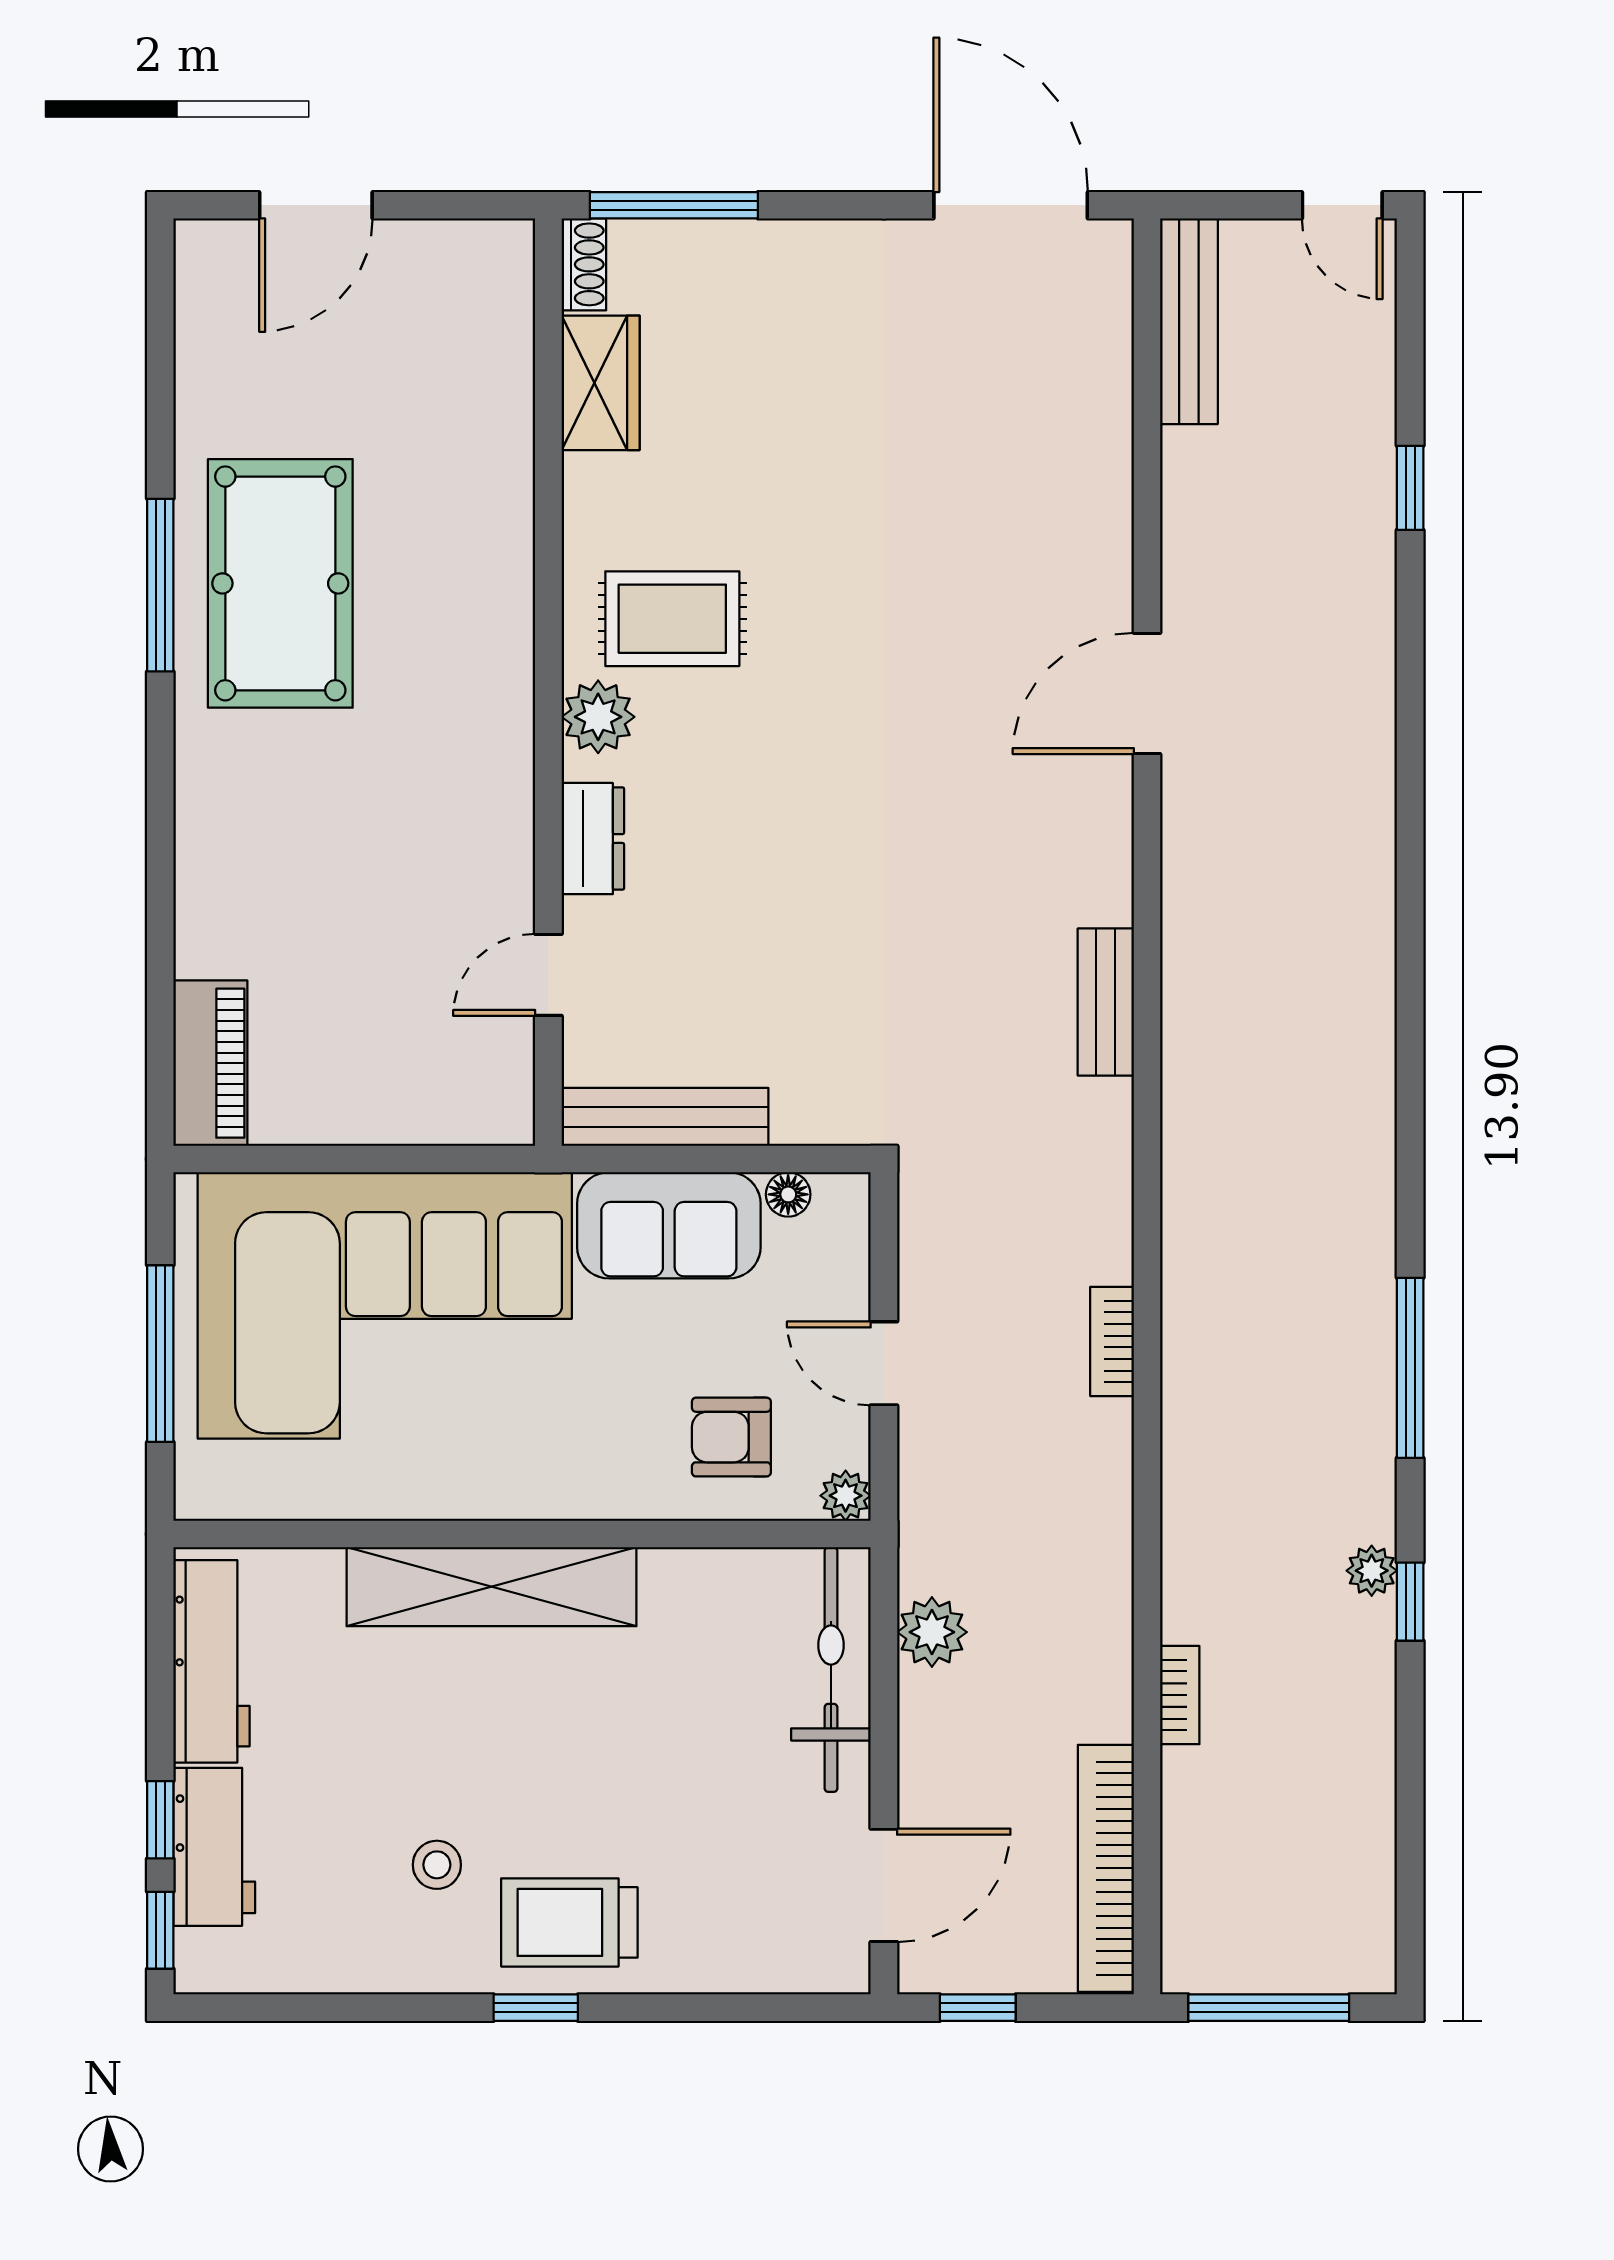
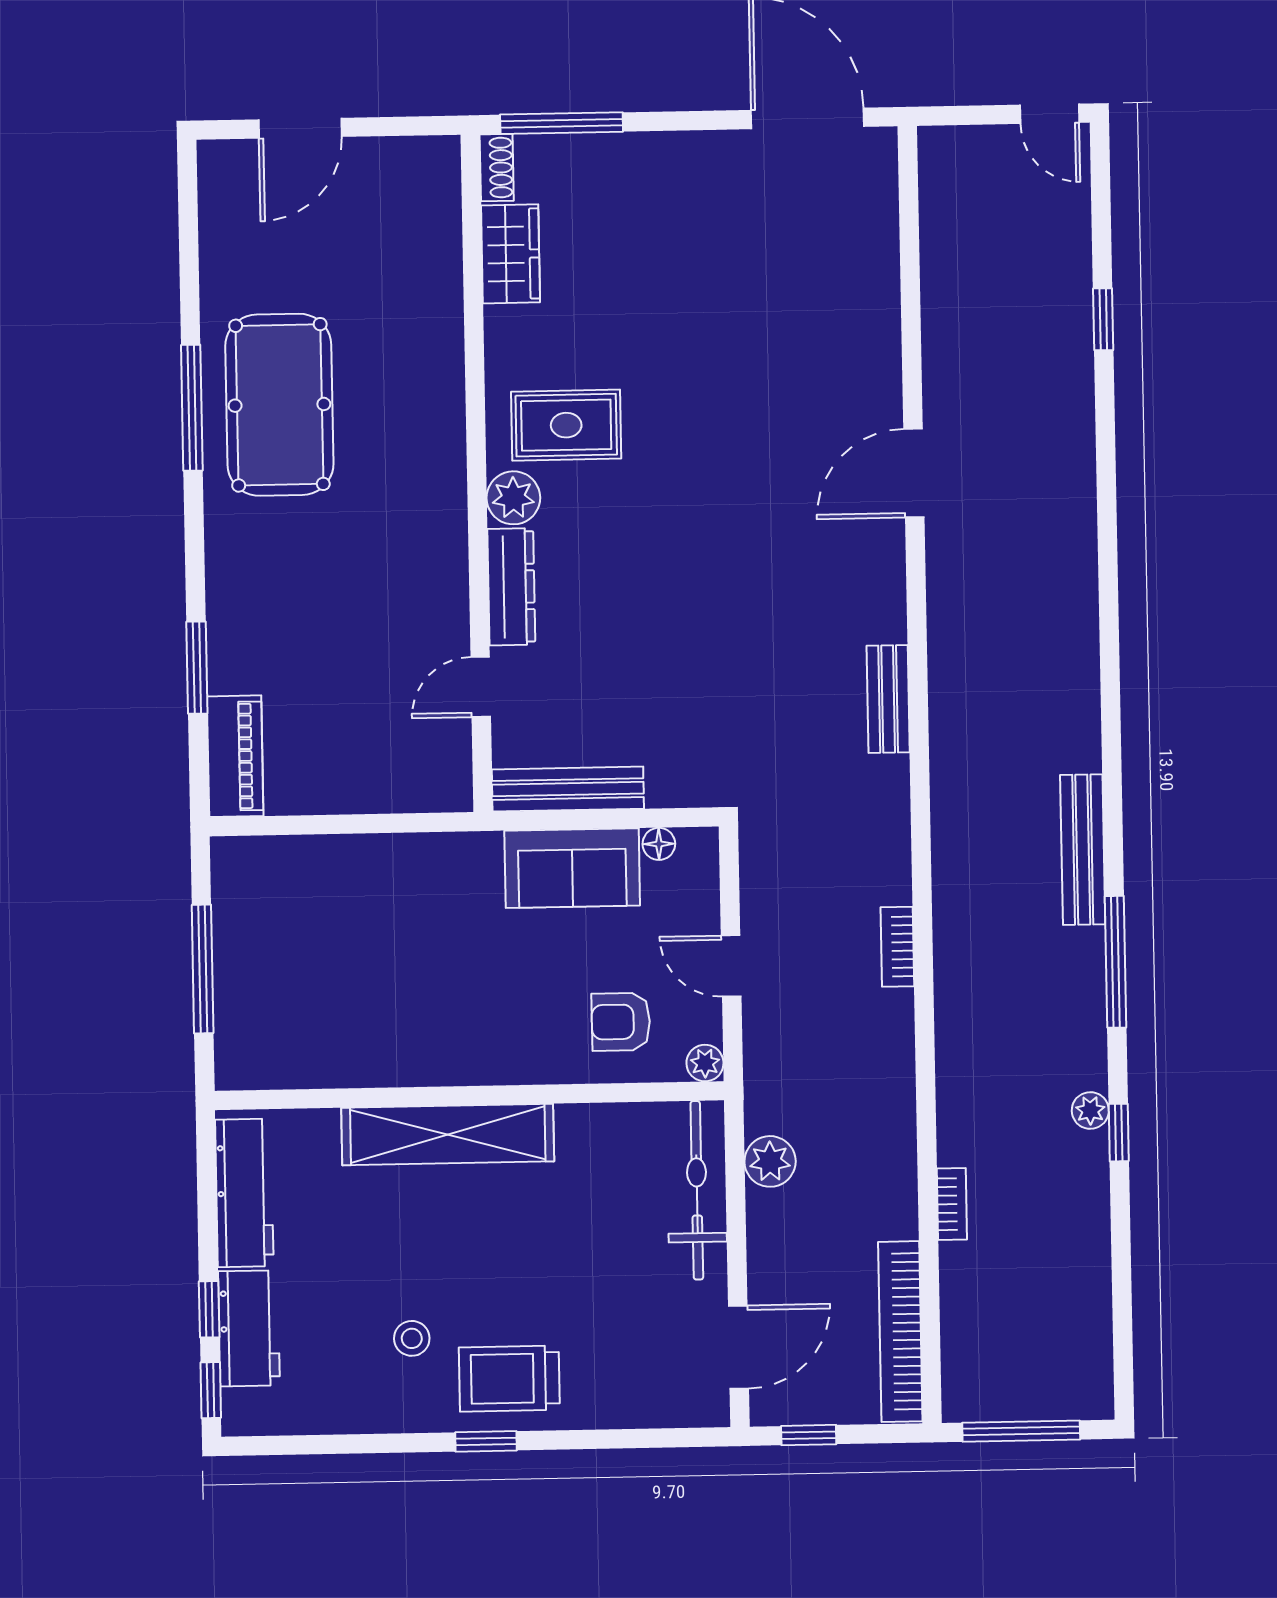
bench: (1189, 321) -> (1083, 850), moved
dresser: (593, 839) -> (511, 587), width x1.44
window: (160, 941) -> (197, 668), added
corner sofa: (385, 1305) -> (366, 931), removed

